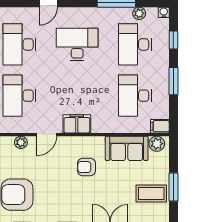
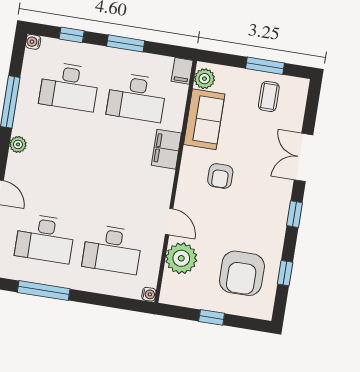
plant: (139, 13) -> (18, 144), moved
desk: (77, 44) -> (57, 163), removed
filing cabinet: (77, 124) -> (166, 149), moved
plant: (21, 142) -> (181, 258), width x1.88, depth x1.88
coffee table: (151, 194) -> (269, 96), width x0.73, depth x0.77

